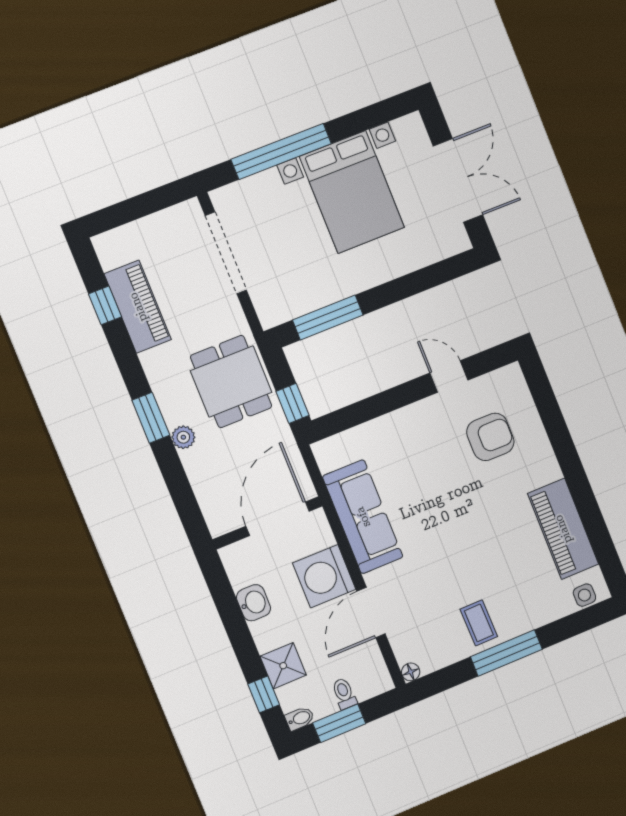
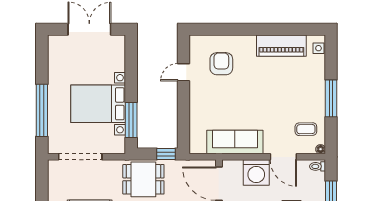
bed with nightstands: (352, 192) -> (98, 104), moved, turned 180
coffee table: (479, 623) -> (306, 129), moved
toilet: (344, 694) -> (317, 166), moved

